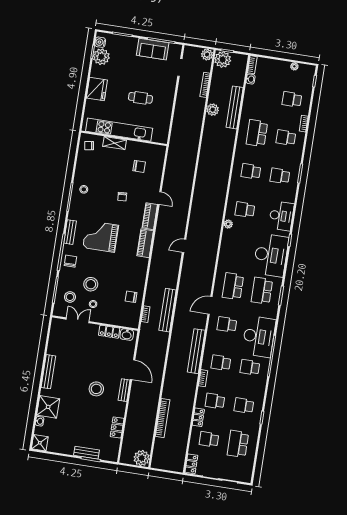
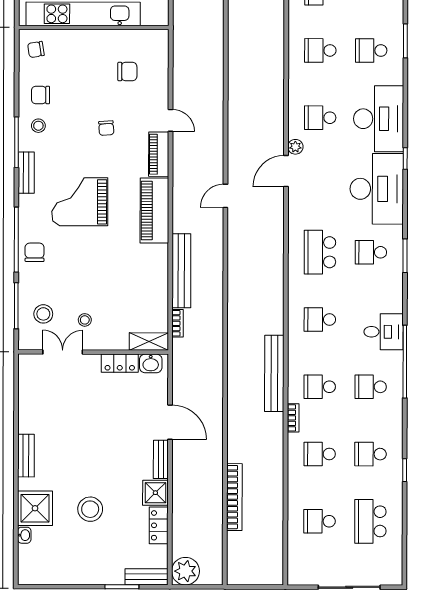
shelving: (115, 143) -> (149, 342), moved
desk: (281, 216) -> (379, 119), width x1.36, depth x1.30
bench: (70, 232) -> (26, 173), moved
piano: (145, 243) -> (154, 211), width x1.37, depth x1.33
stool: (91, 284) -> (76, 286), removed
school desk: (262, 291) -> (371, 252), width x0.54
chair: (131, 297) -> (41, 95), moved
door: (210, 305) -> (286, 171), moved
bench: (168, 310) -> (181, 271), moved
desk: (259, 337) -> (384, 332), width x0.53, depth x0.77
bench: (48, 372) -> (26, 456), width x0.73
stool: (96, 389) -> (90, 509), moved
locker: (198, 417) -> (295, 486), removed
shower: (40, 443) -> (155, 493), moved
bench: (86, 453) -> (147, 577), moved
plant: (142, 458) -> (185, 571), moved
locker: (191, 464) -> (296, 568), removed

